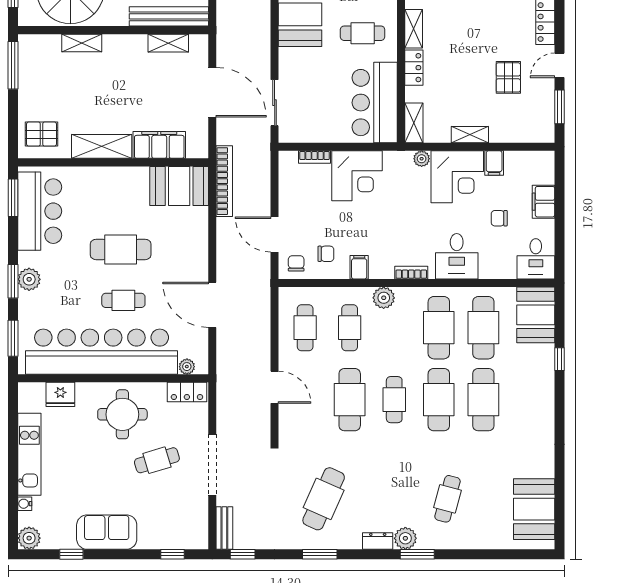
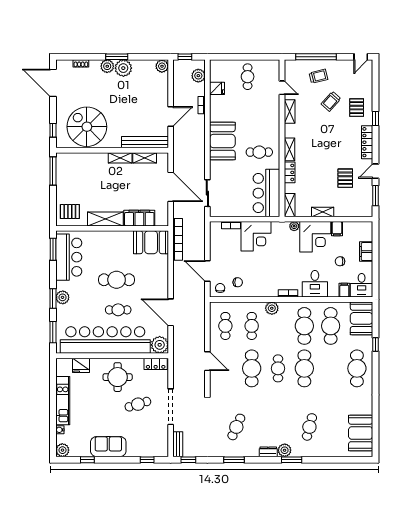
shelving: (82, 43) -> (120, 158), moved
filing cabinet: (359, 267) -> (344, 290), moved
plant: (187, 367) -> (160, 345), width x1.88, depth x1.88
cafe table: (483, 400) -> (357, 368), moved
cafe table: (324, 499) -> (236, 427), width x0.73, depth x0.74

